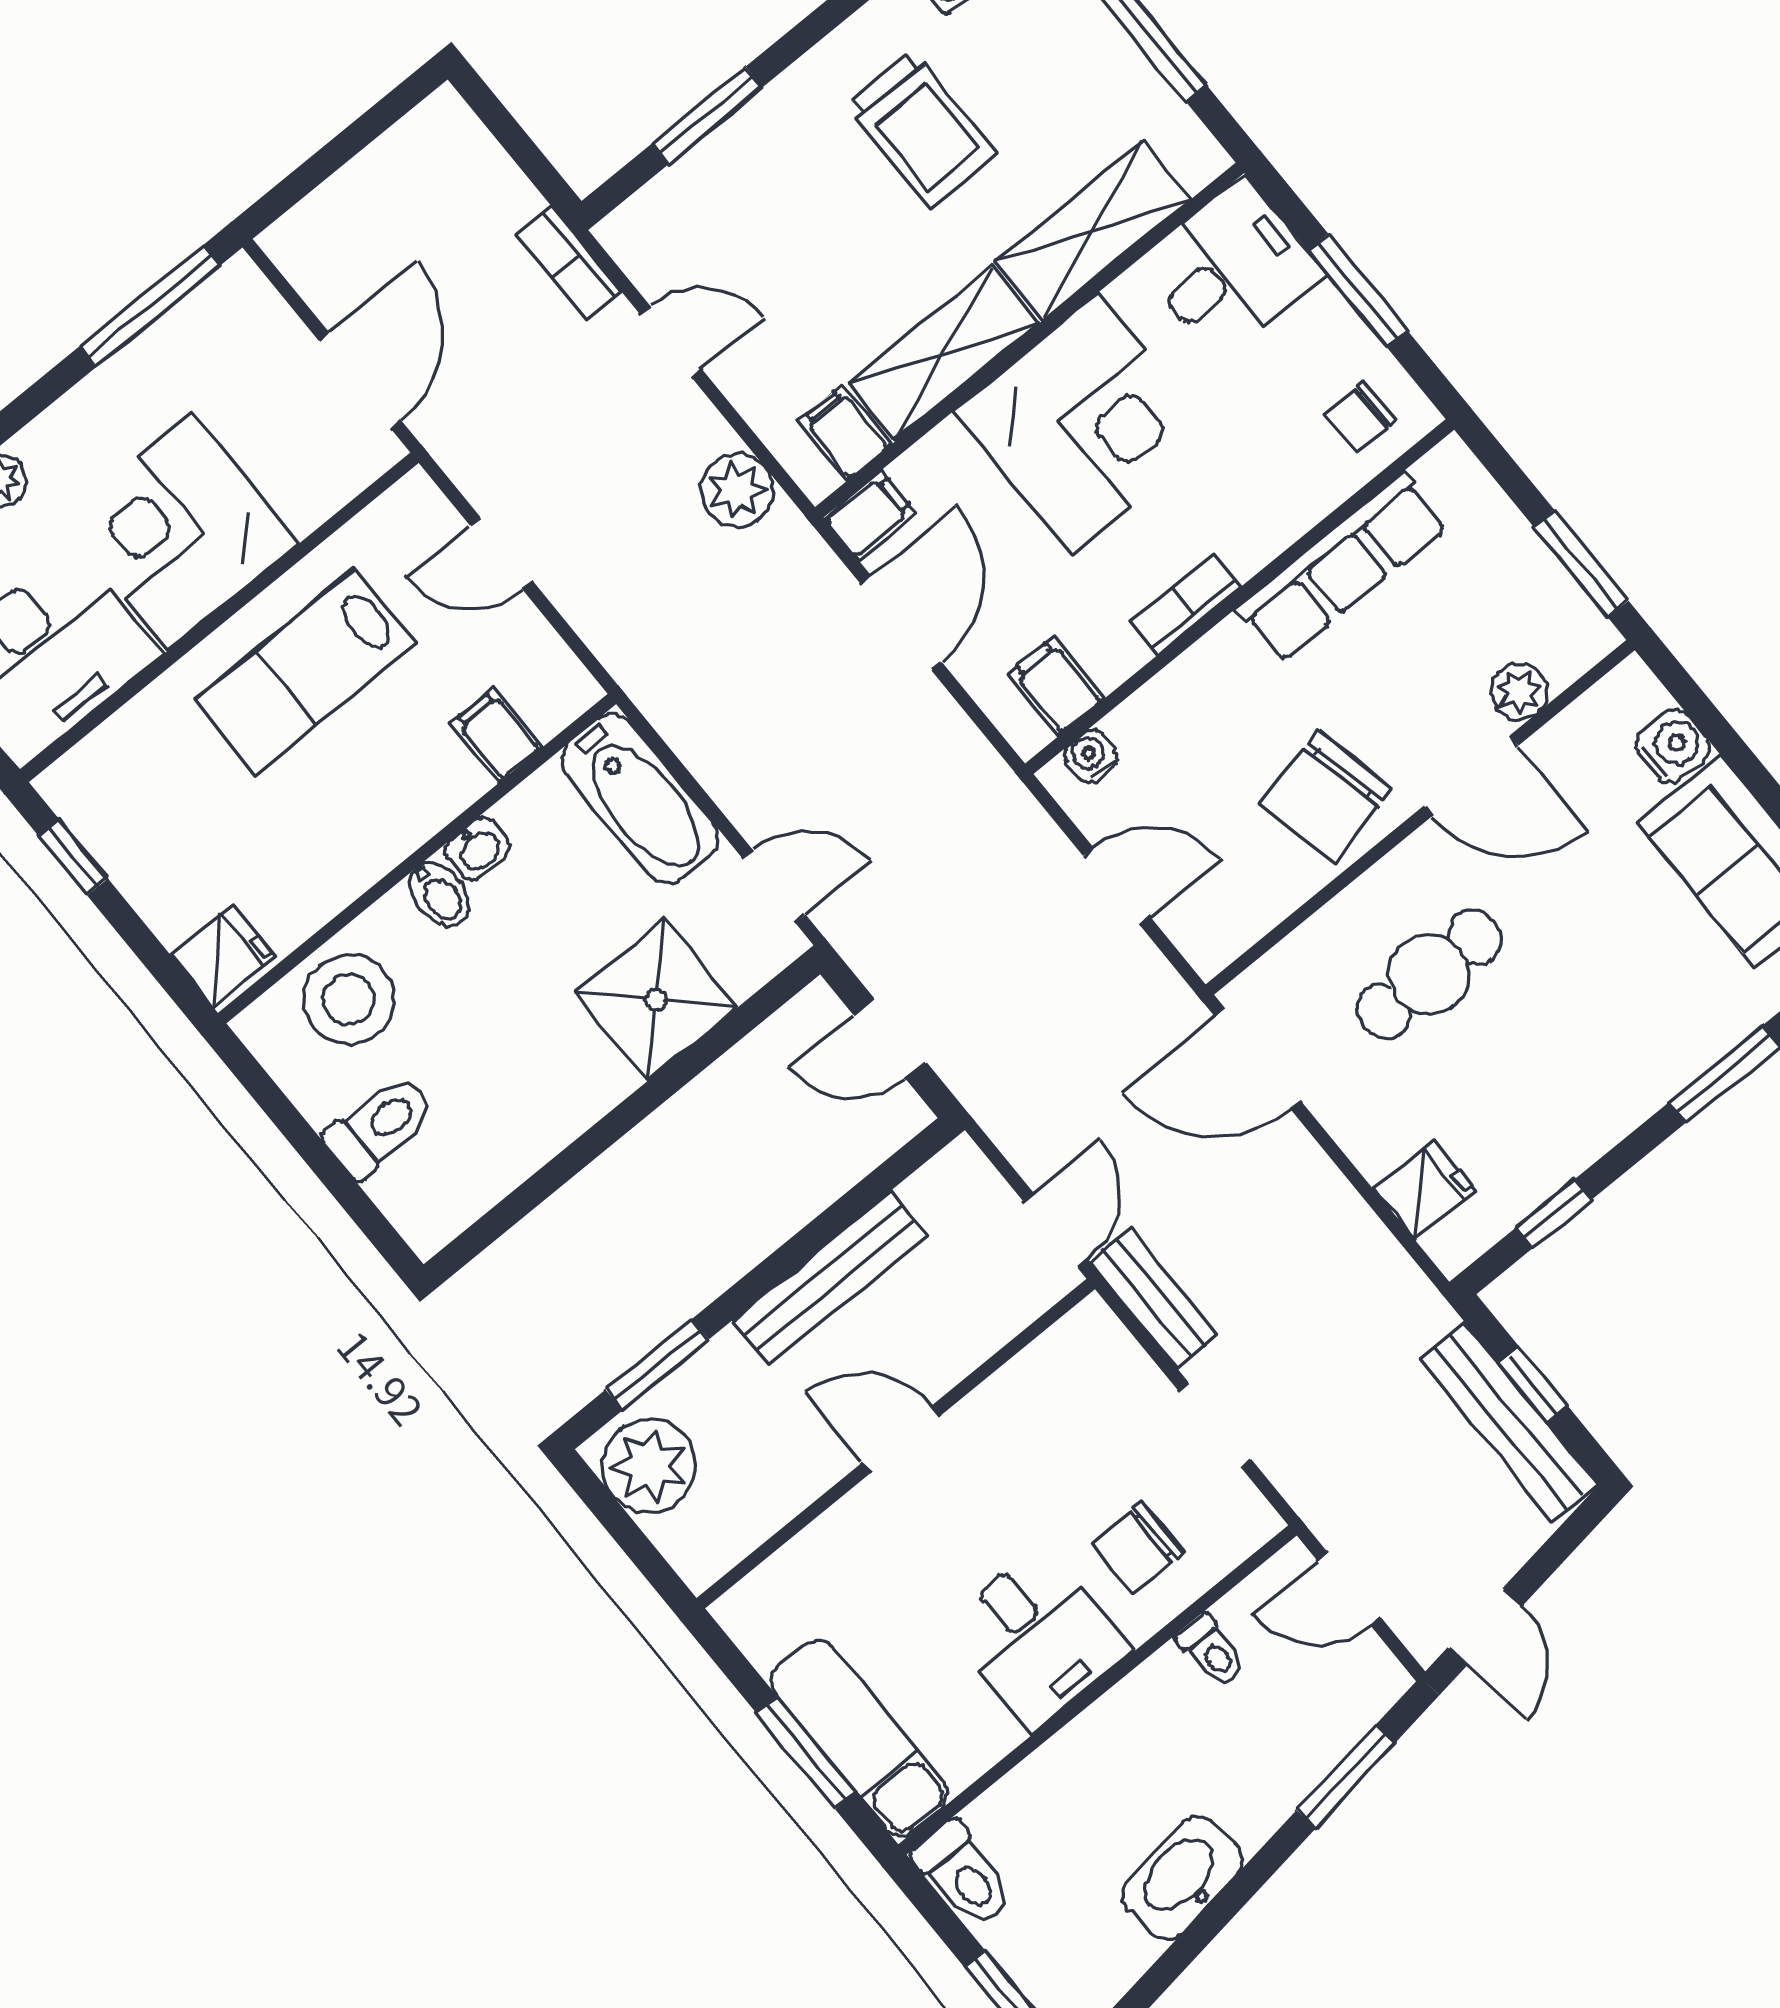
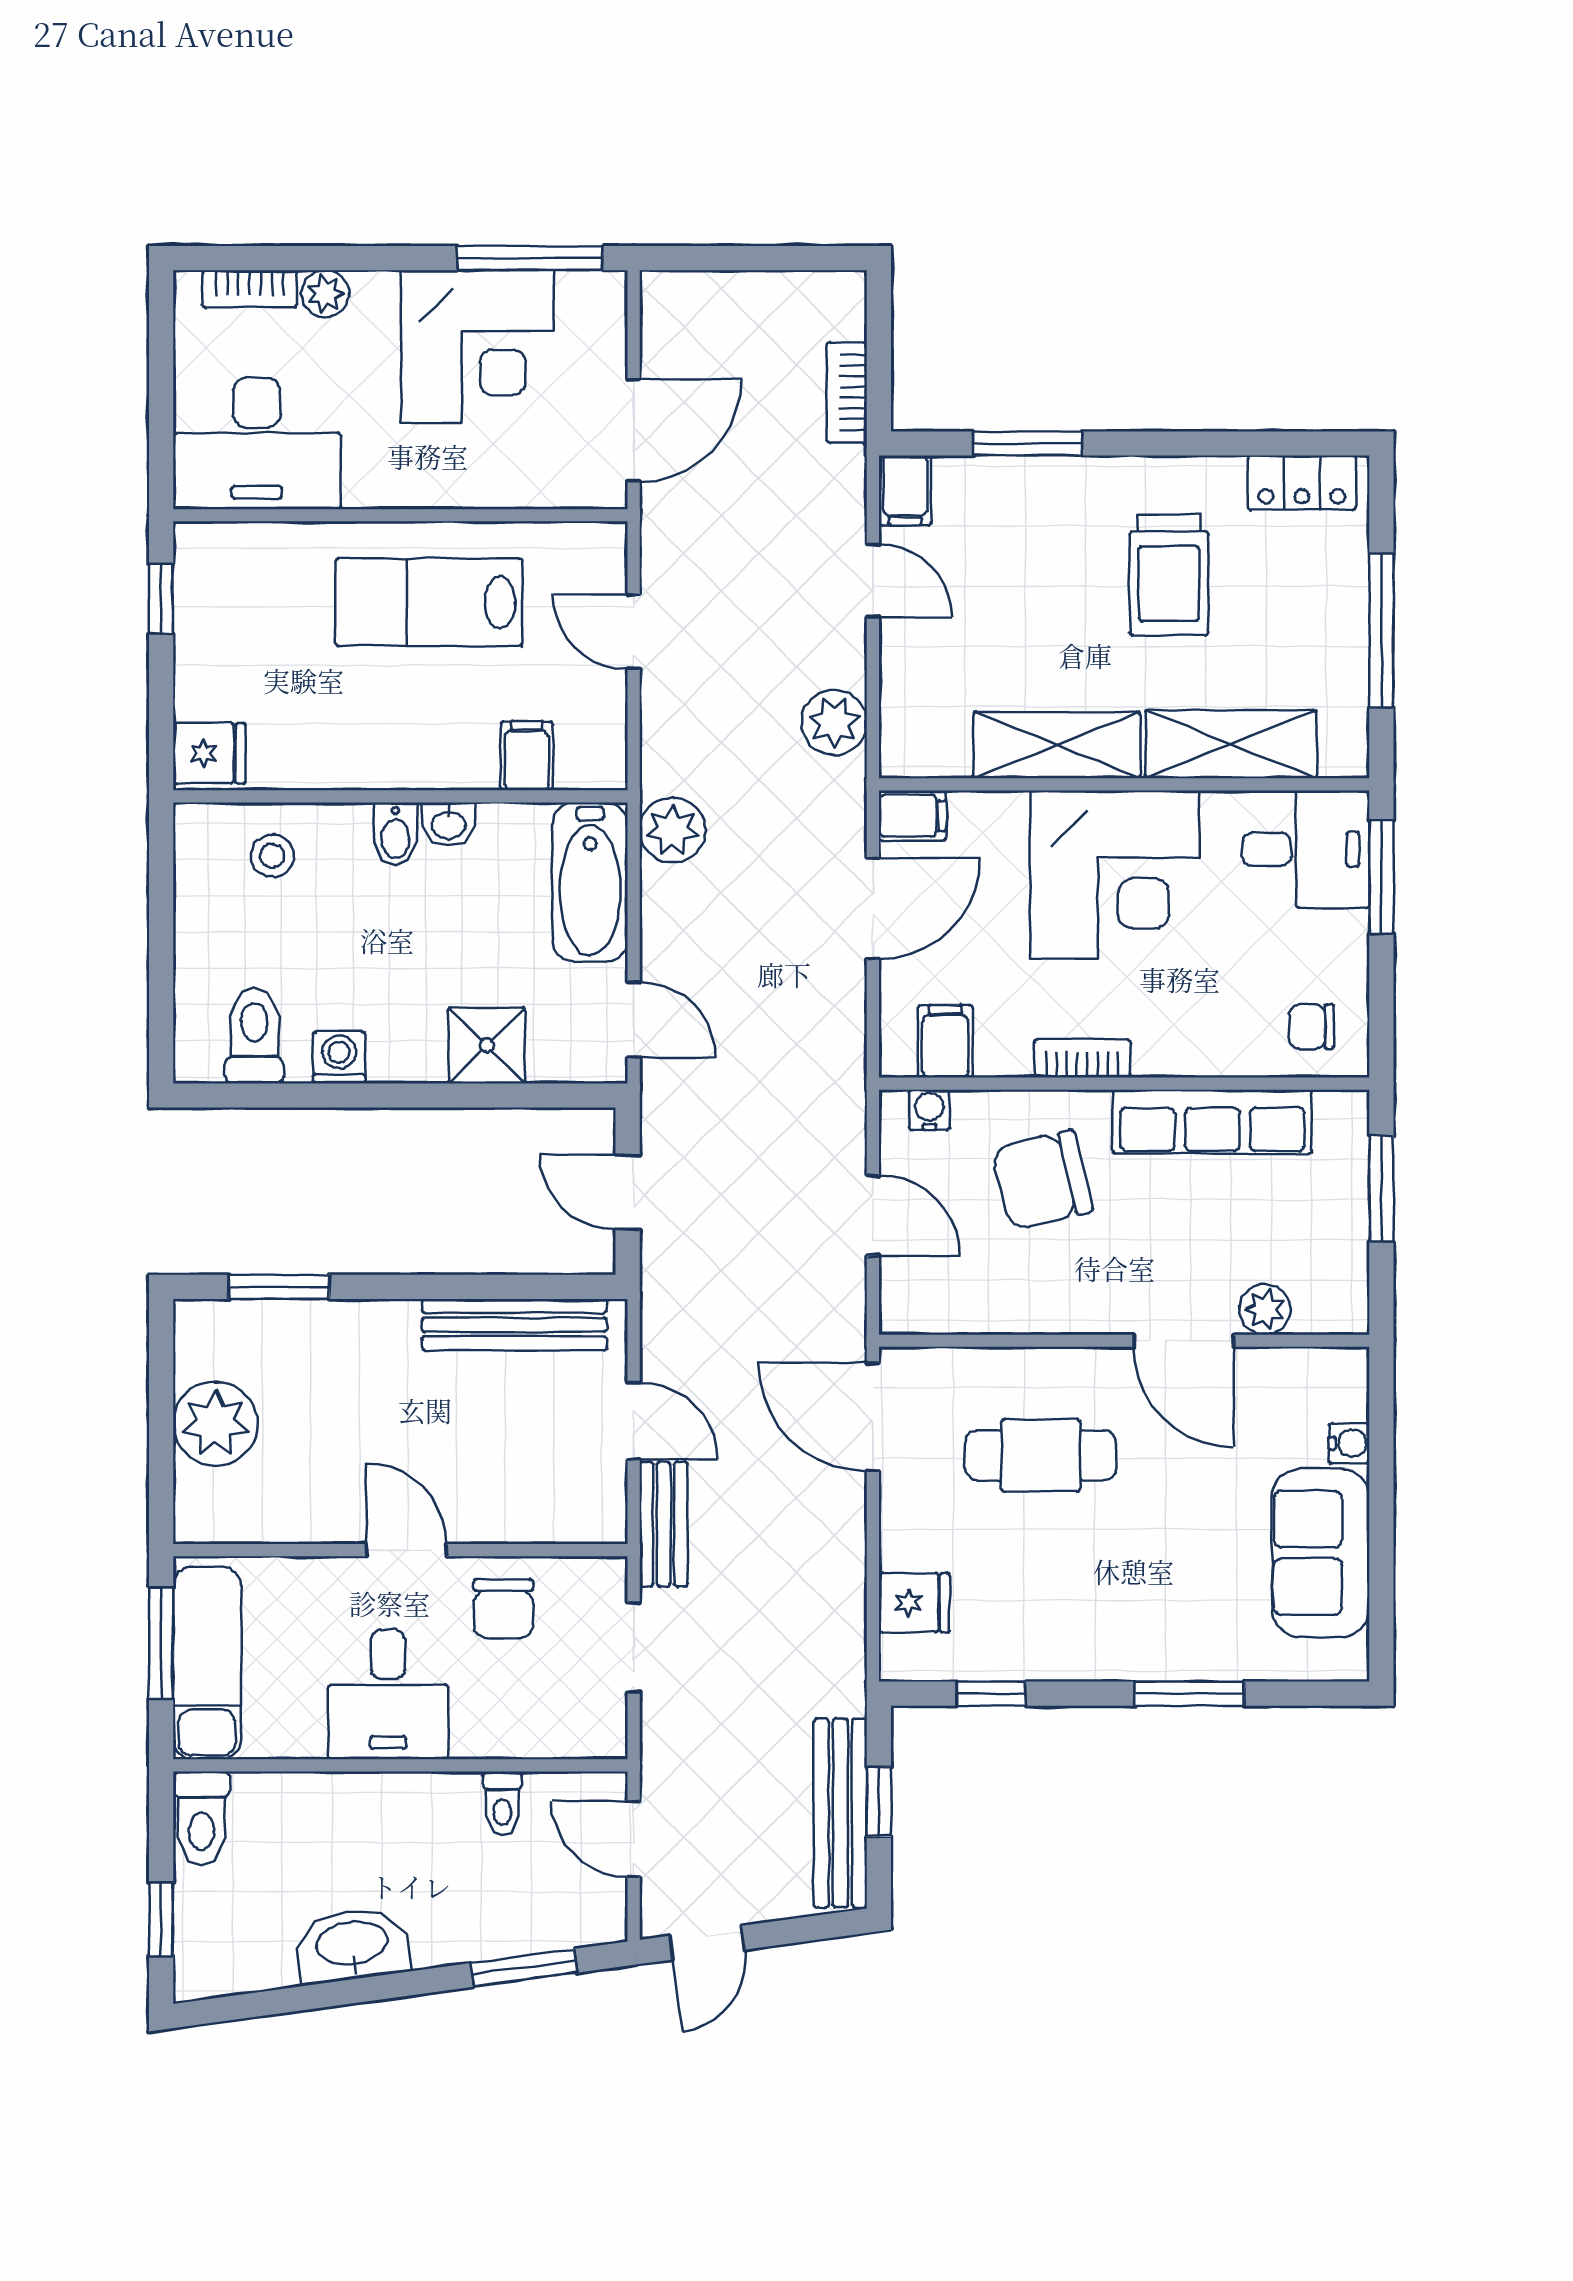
bookcase: (569, 263) -> (847, 393), moved
window: (1358, 291) -> (1381, 877), moved
filing cabinet: (845, 433) -> (905, 490), moved, turned 180
corner desk: (180, 532) -> (477, 346), moved, turned 180
window: (1581, 563) -> (1381, 1189), moved
plant: (674, 696) -> (672, 830), added
water cooler: (1673, 746) -> (1349, 1443), width x0.72, depth x0.72
chair: (1326, 797) -> (1042, 1180), moved
stool: (349, 1000) -> (272, 856), width x0.53, depth x0.53
shower: (656, 1000) -> (487, 1045), width x0.73, depth x0.73
washing machine: (548, 1126) -> (339, 1057), added
toilet: (380, 1127) -> (254, 1036), moved, turned -90
door: (1056, 1230) -> (634, 1421), hinge flipped
bench: (829, 1278) -> (514, 1325), moved
door: (901, 1439) -> (406, 1550), moved
wall: (896, 1444) -> (400, 1550), moved
plant: (649, 1466) -> (215, 1424), moved
chair: (1138, 1548) -> (503, 1609), moved, turned -90

